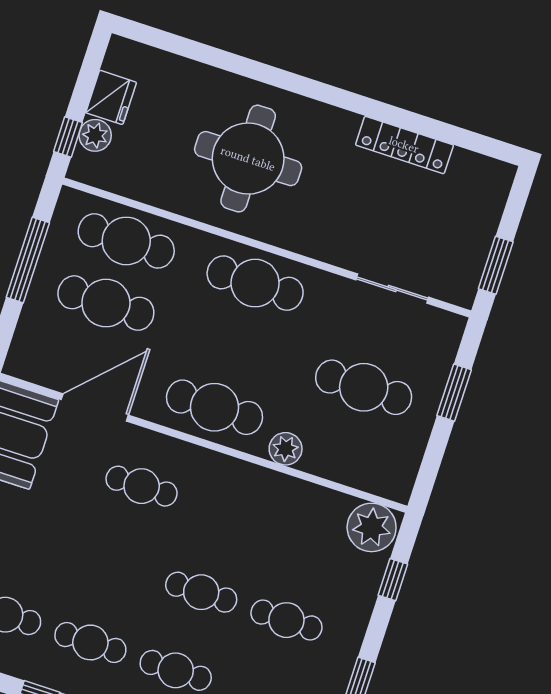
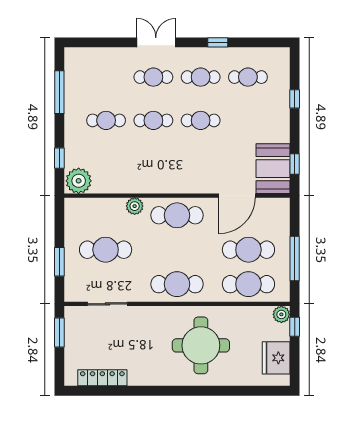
fridge: (111, 97) -> (276, 358), width x1.36, depth x1.34
plant: (95, 135) -> (281, 314), moved
locker: (404, 145) -> (102, 378), moved
cafe table: (142, 486) -> (201, 120), moved

